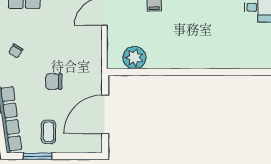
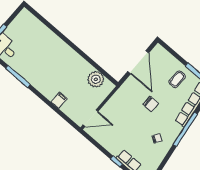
door: (105, 114) -> (138, 62), hinge flipped

